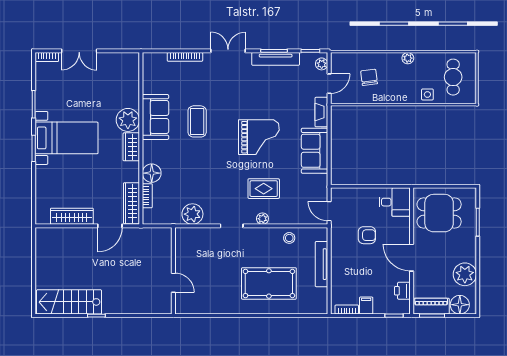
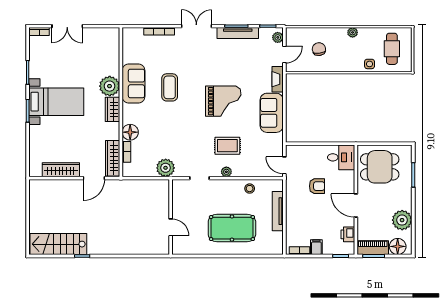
wall: (173, 271) -> (171, 217), moved
door: (173, 283) -> (171, 227), moved

